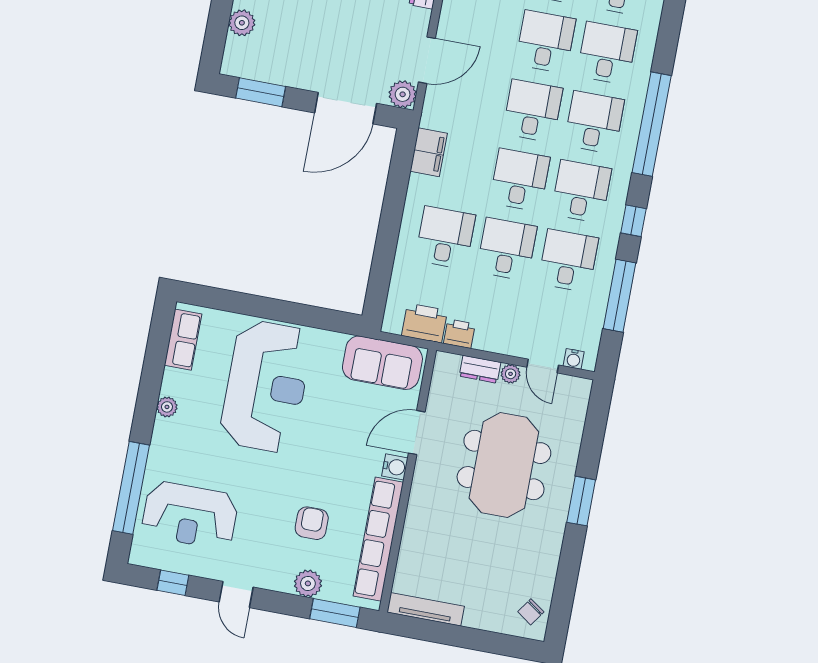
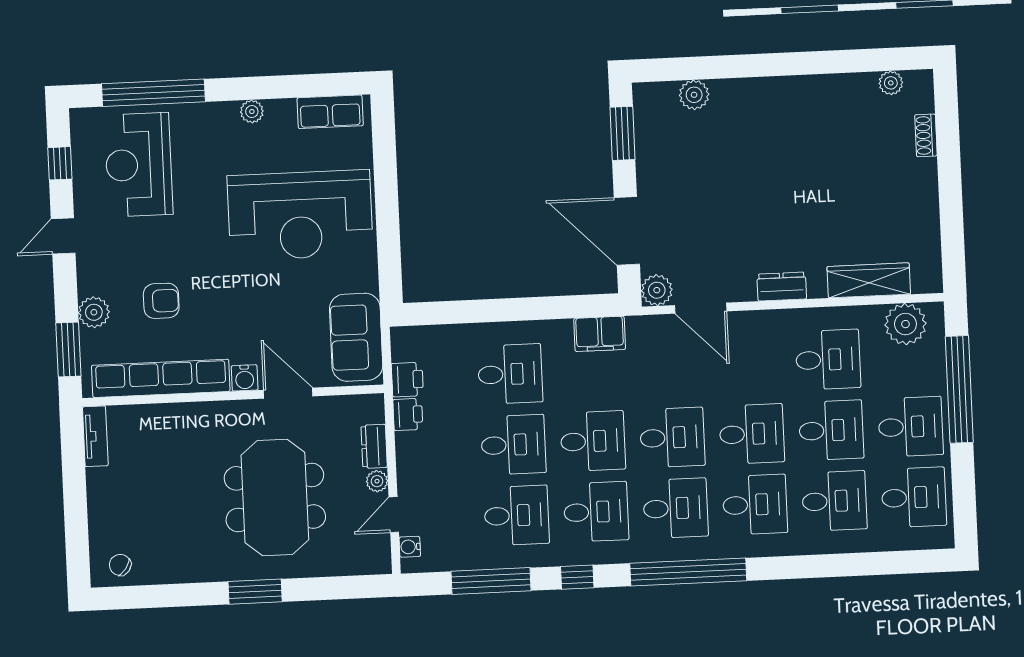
printer: (424, 323) -> (407, 380), width x0.73, depth x0.81
meeting table: (504, 465) -> (275, 497), turned 90
tv unit: (426, 609) -> (95, 436), width x0.71

